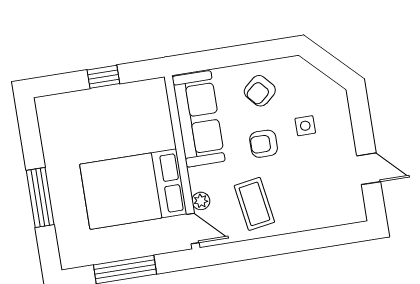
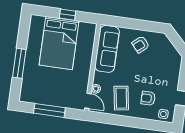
side table: (305, 126) -> (163, 114), moved
armchair: (264, 144) -> (148, 98), moved
bed: (133, 189) -> (59, 43), moved, turned -90

